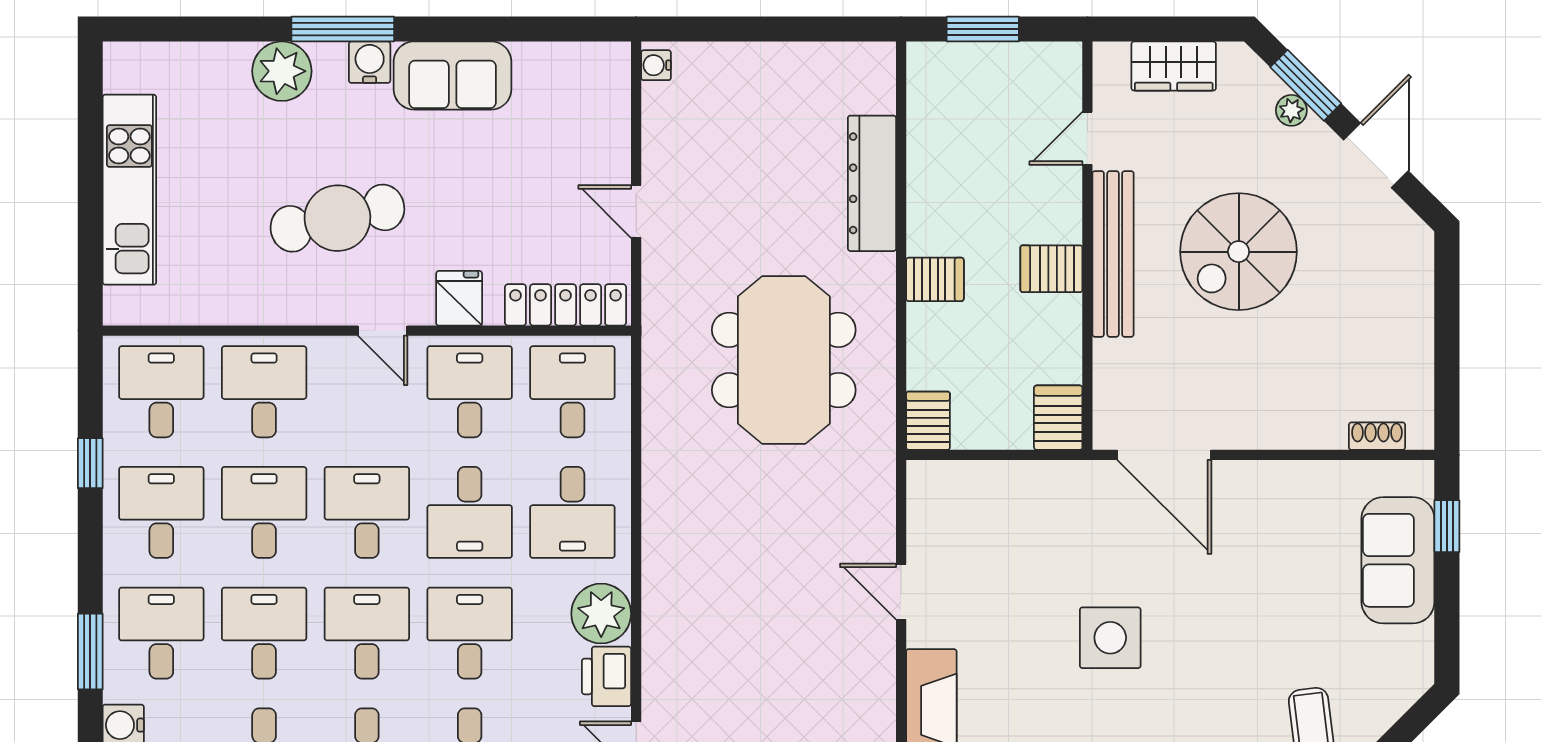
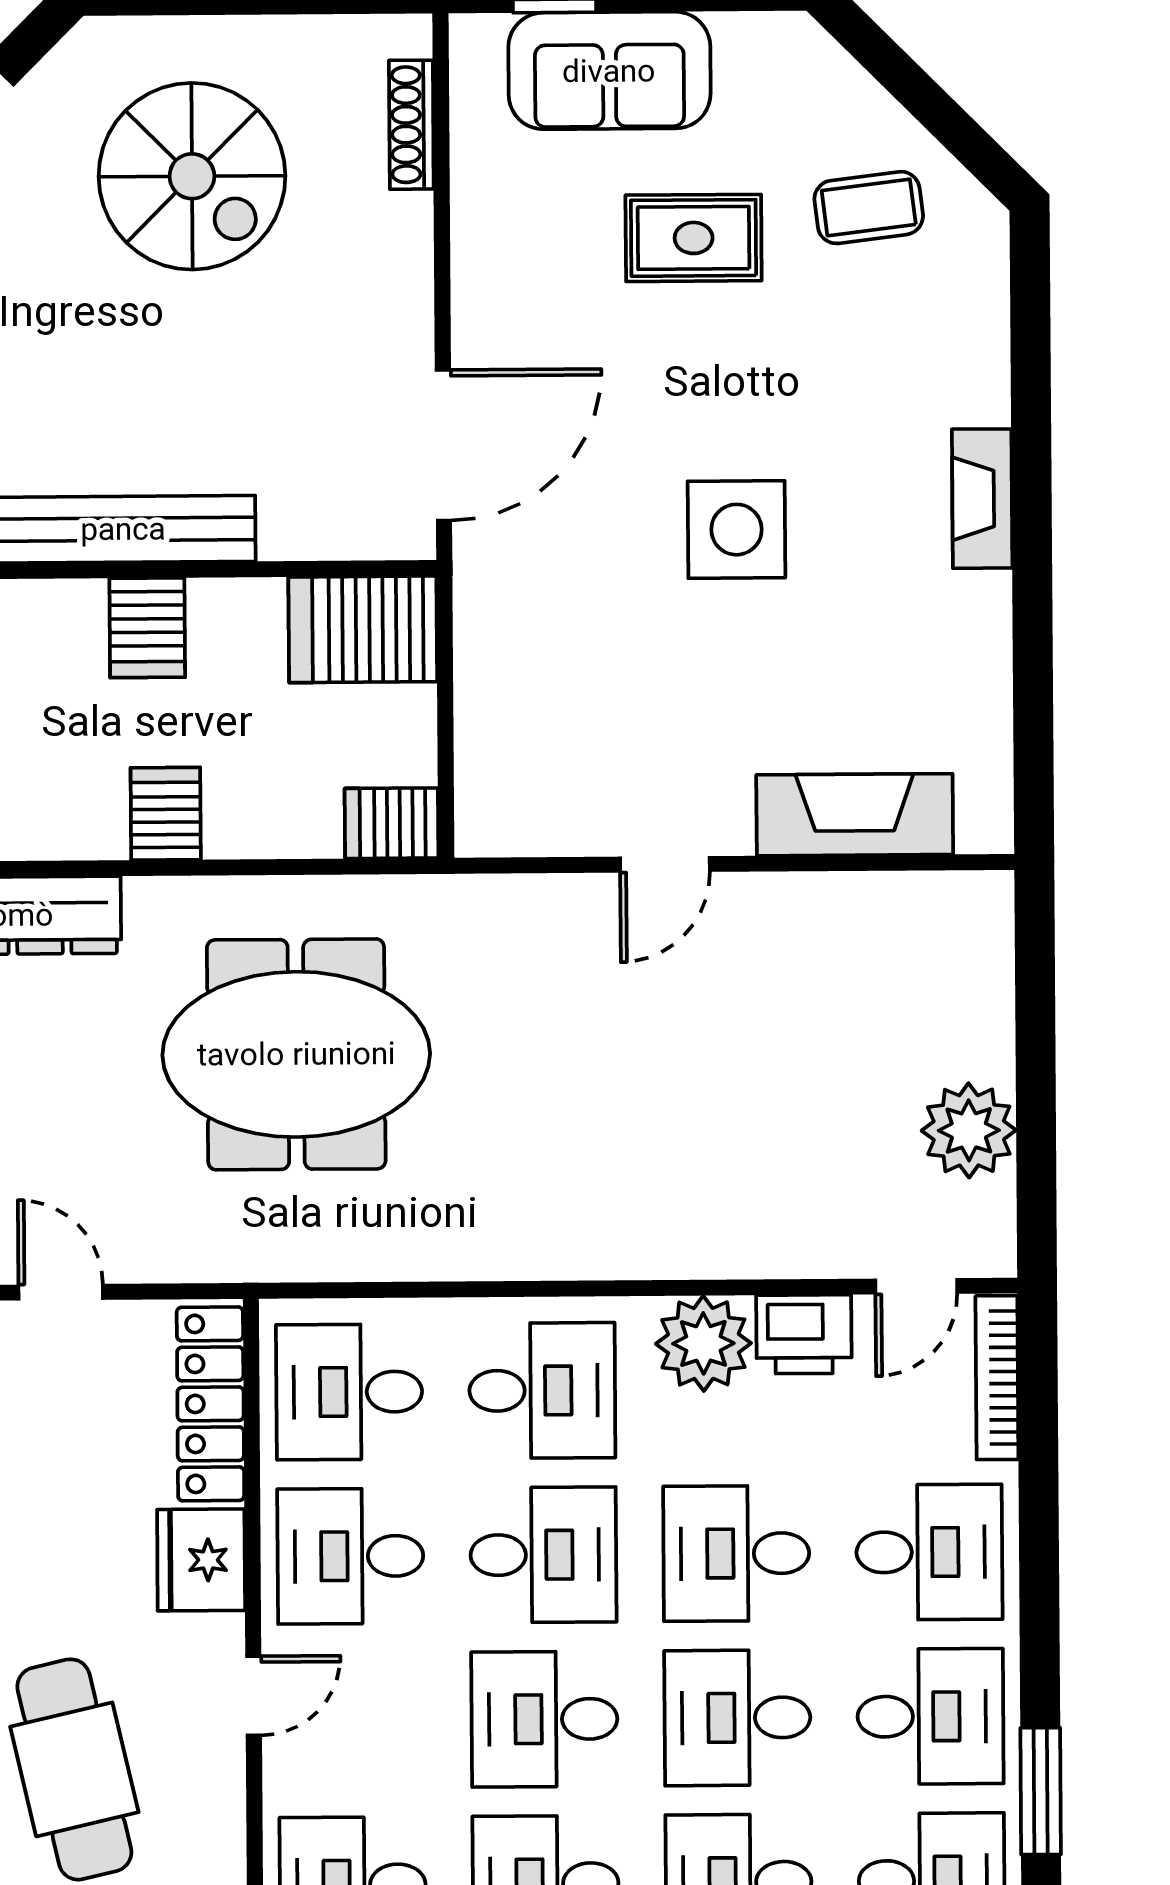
door: (636, 212) -> (61, 1292), swing flipped
spiral stairs: (1239, 252) -> (192, 176), moved
fridge: (459, 298) -> (201, 1560), width x1.38
server rack: (1058, 418) -> (363, 629), width x1.36, depth x1.44
shoe rack: (1377, 436) -> (411, 125), width x1.43
rug: (1293, 612) -> (694, 238), added

